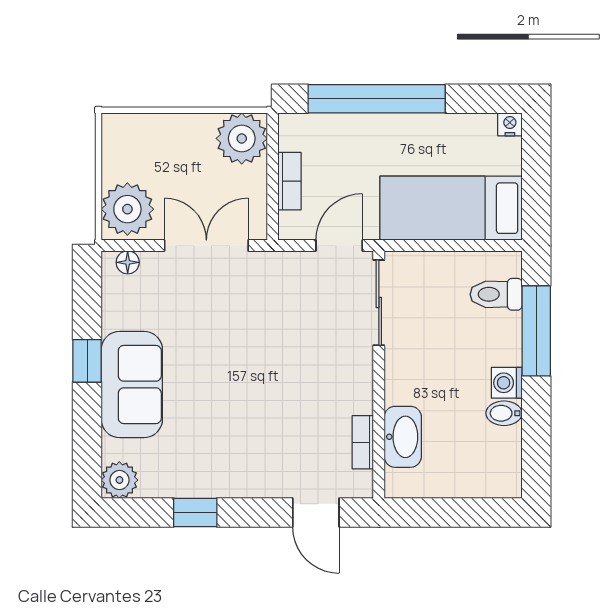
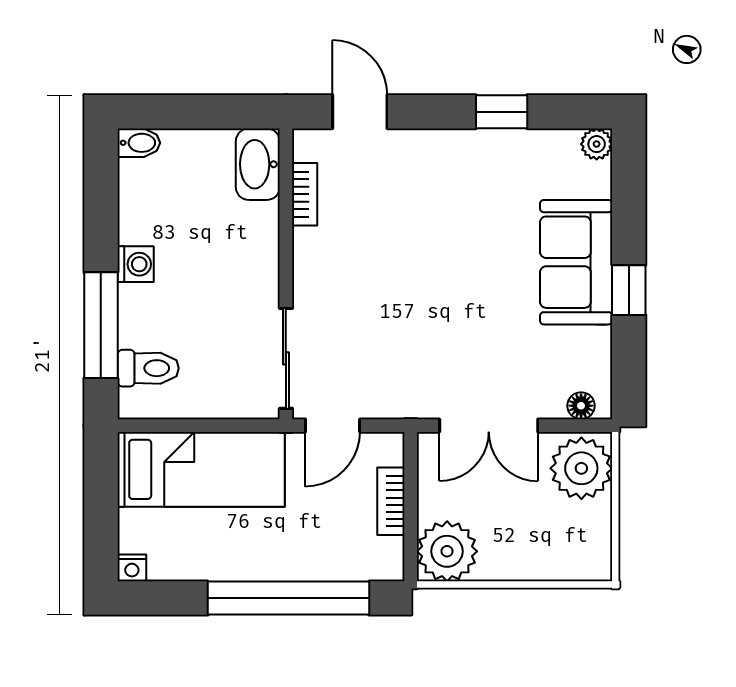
bidet: (504, 413) -> (139, 143), moved
washbasin: (403, 437) -> (258, 164), moved
plant: (119, 480) -> (597, 144), width x0.73, depth x0.73

